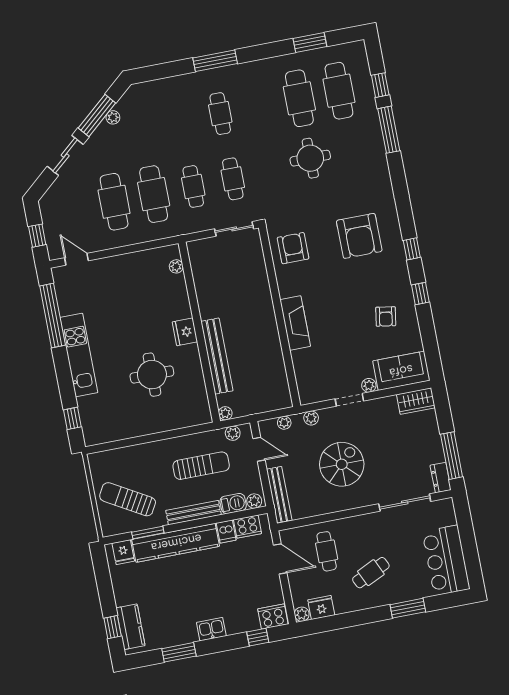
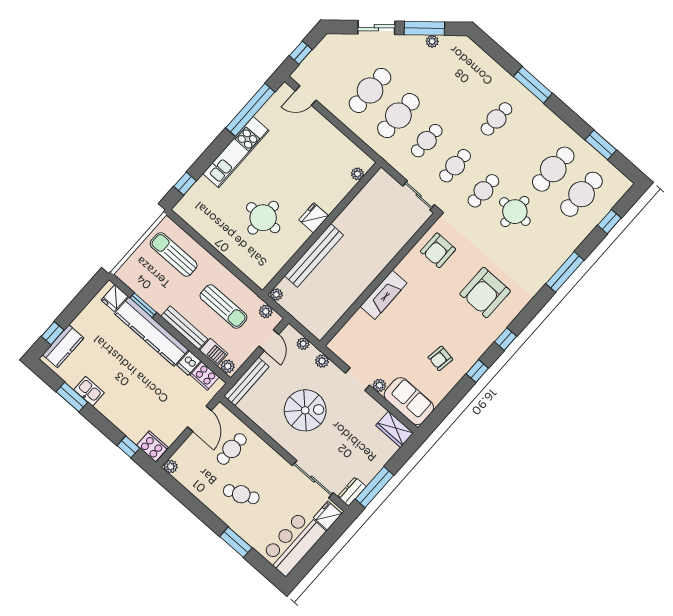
window: (389, 130) -> (565, 272), moved
cafe table: (272, 171) -> (483, 191), added
armchair: (293, 248) -> (438, 250), turned 180
door: (76, 259) -> (306, 95), swing flipped
sun lounger: (128, 499) -> (174, 254), moved, turned -30
fridge: (321, 607) -> (328, 516), moved, turned -90
kitchen sink: (211, 629) -> (89, 391), moved

